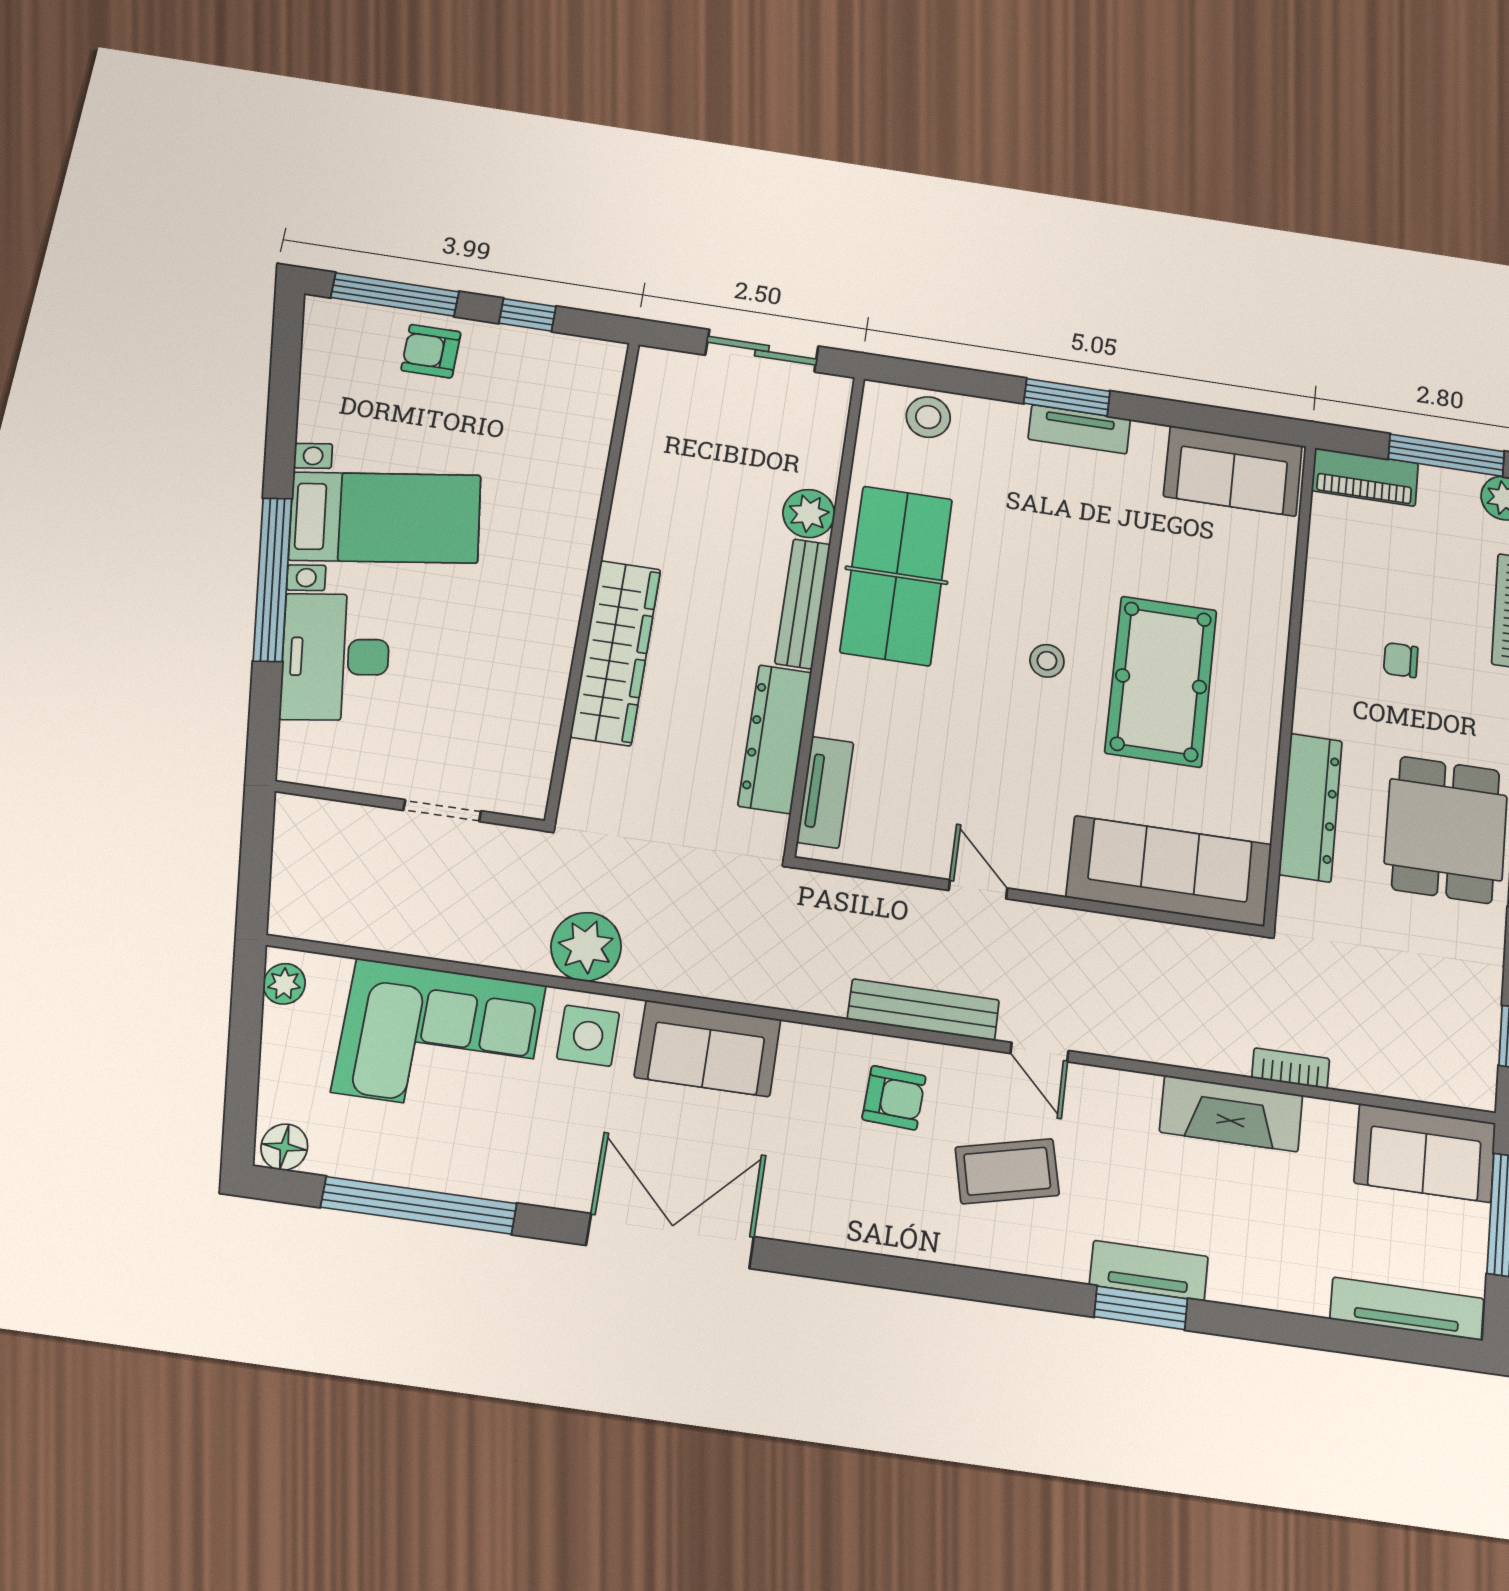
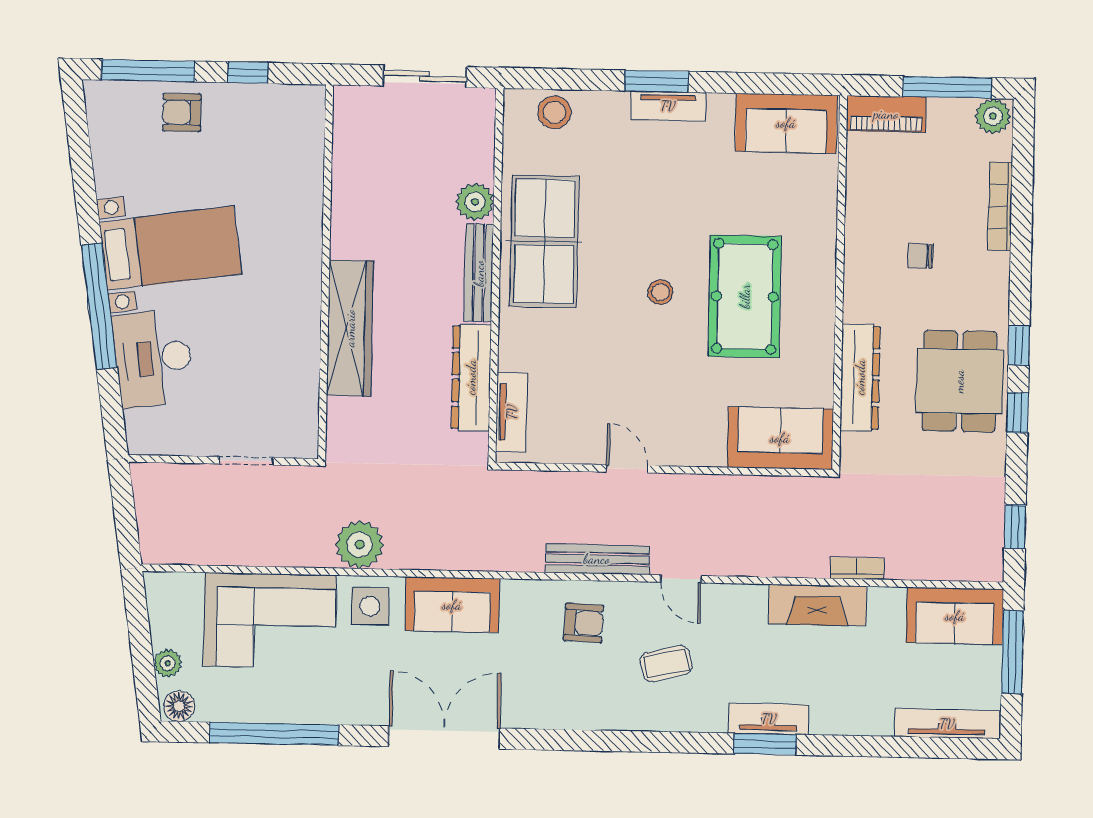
sofa: (1169, 871) -> (780, 438), width x0.73
plant: (284, 984) -> (168, 663), moved
coffee table: (1007, 1171) -> (666, 664), width x0.73, depth x0.77

